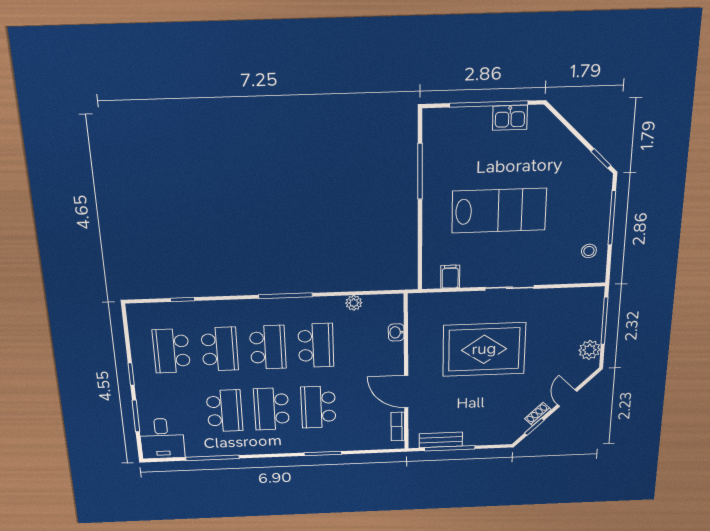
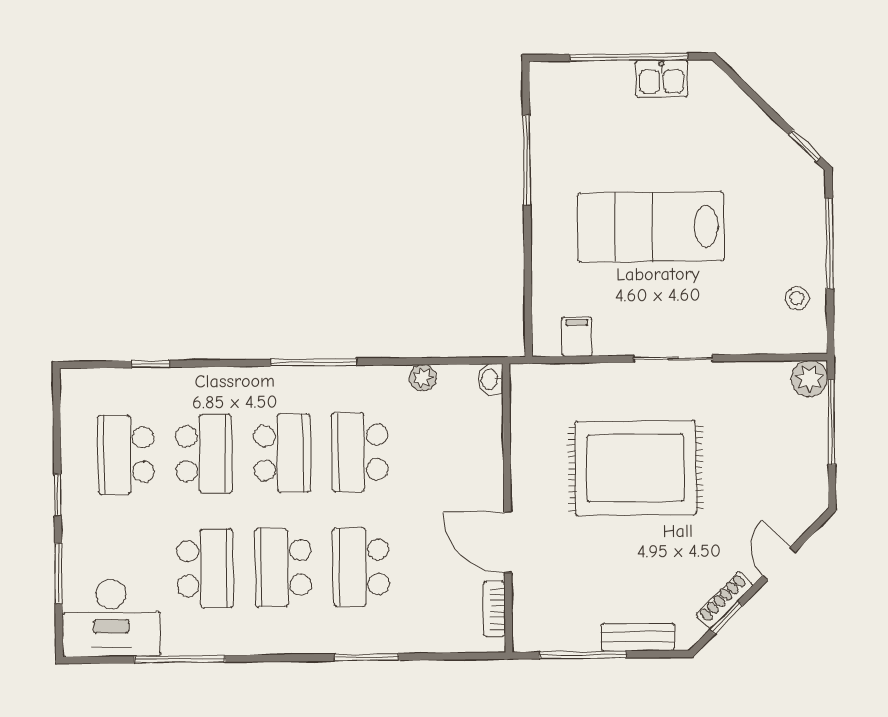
lab bench: (499, 211) -> (651, 227), turned 180
washbasin: (396, 332) -> (490, 379), moved
school desk: (316, 345) -> (360, 452), turned 180
plant: (589, 350) -> (810, 379), moved
shoe rack: (538, 414) -> (725, 600), width x1.43
desk: (162, 439) -> (111, 618), width x1.37
bench: (441, 440) -> (638, 637), moved

